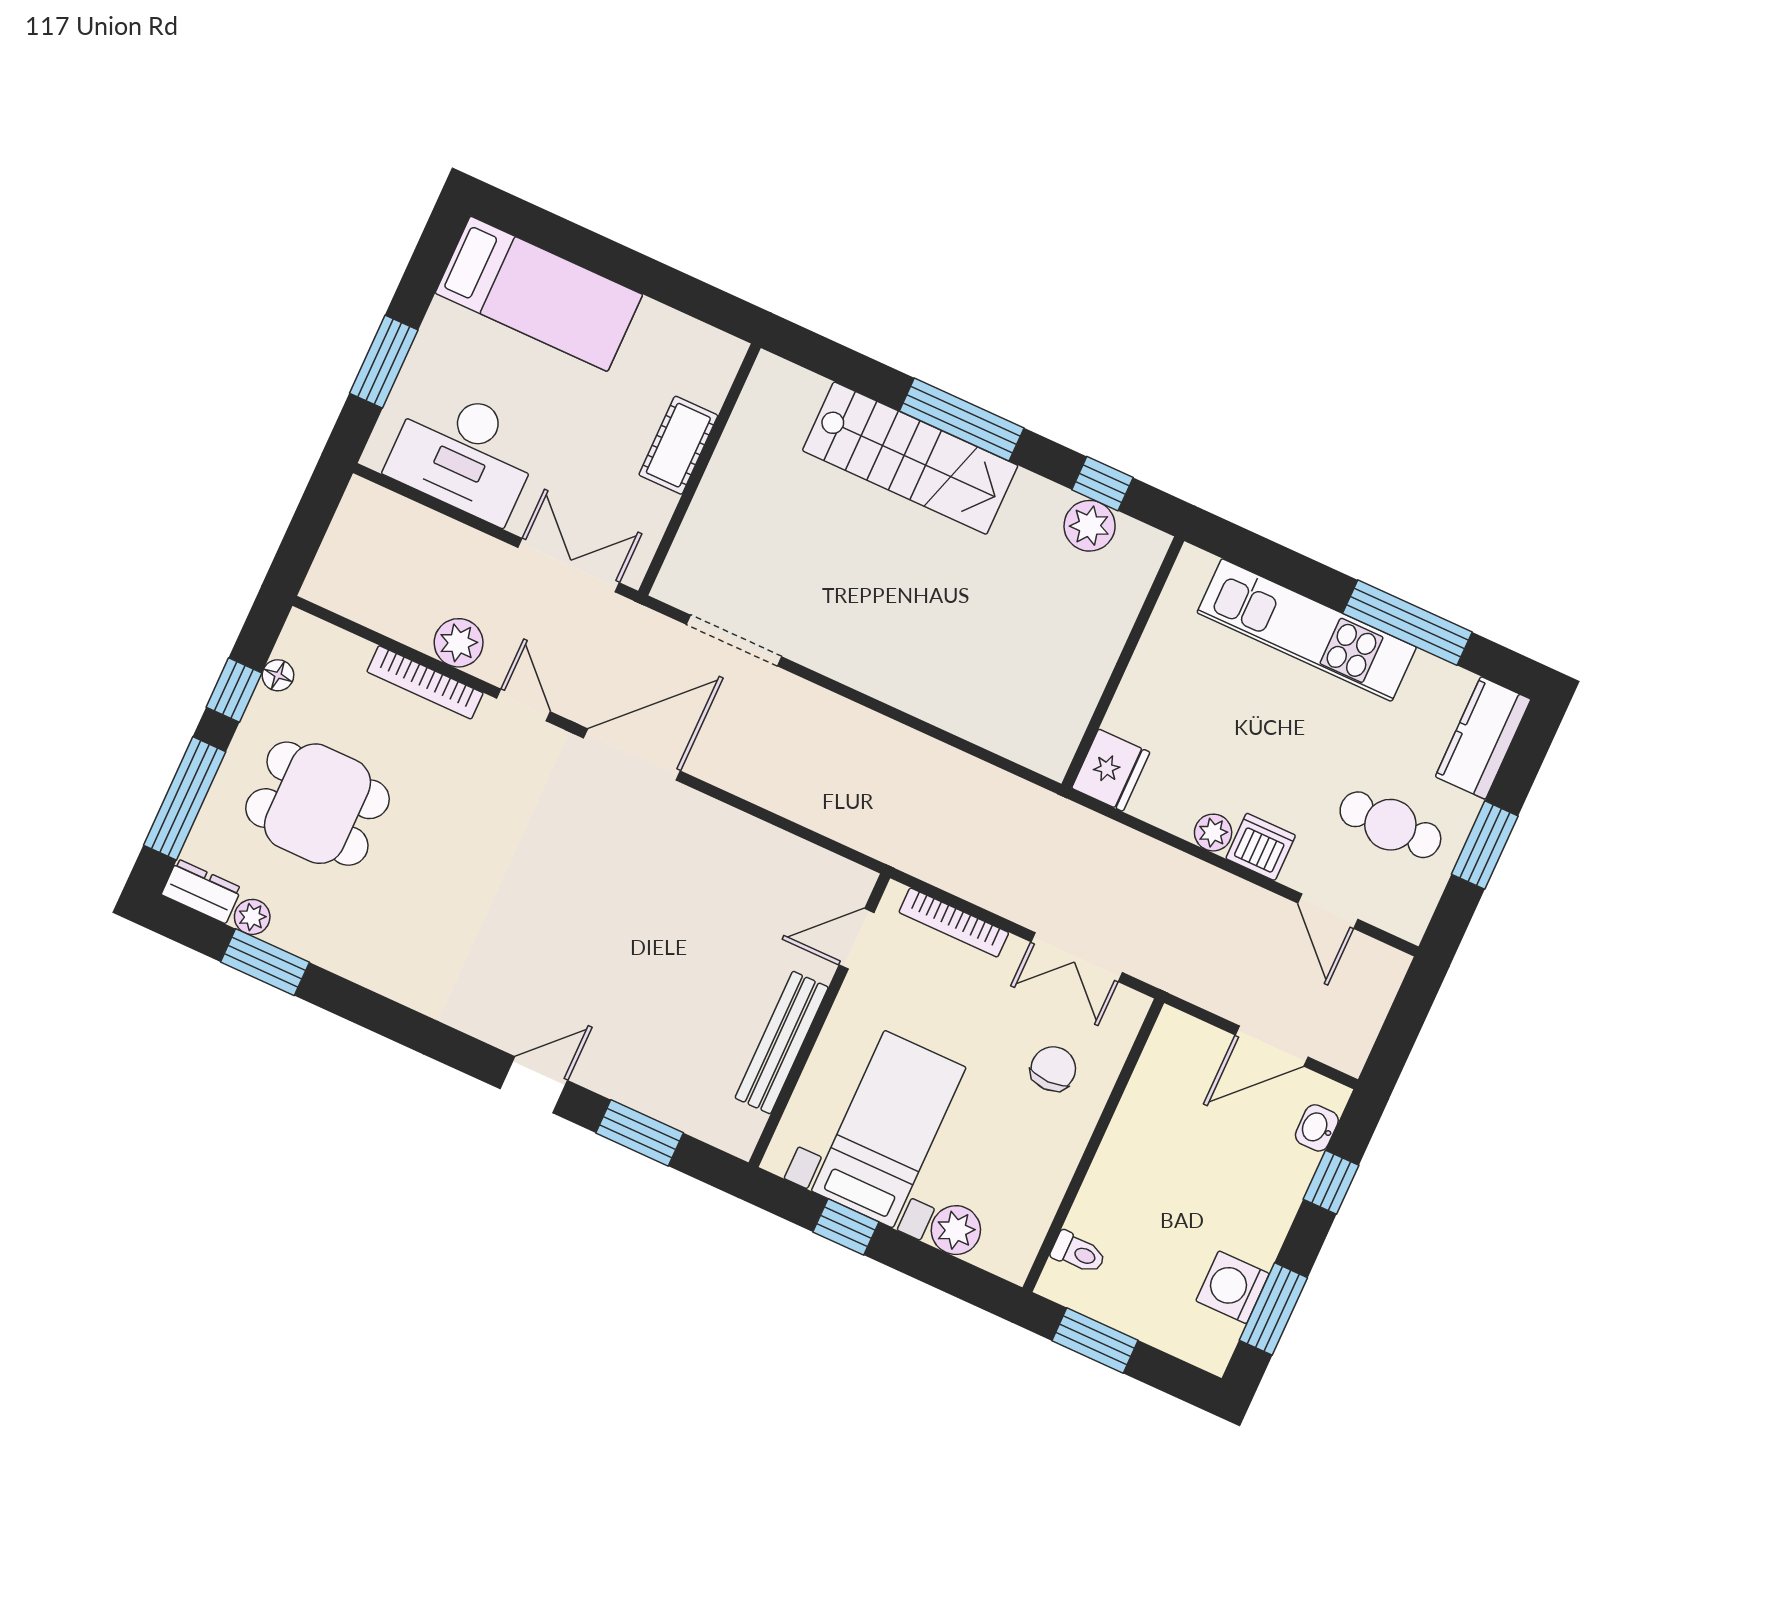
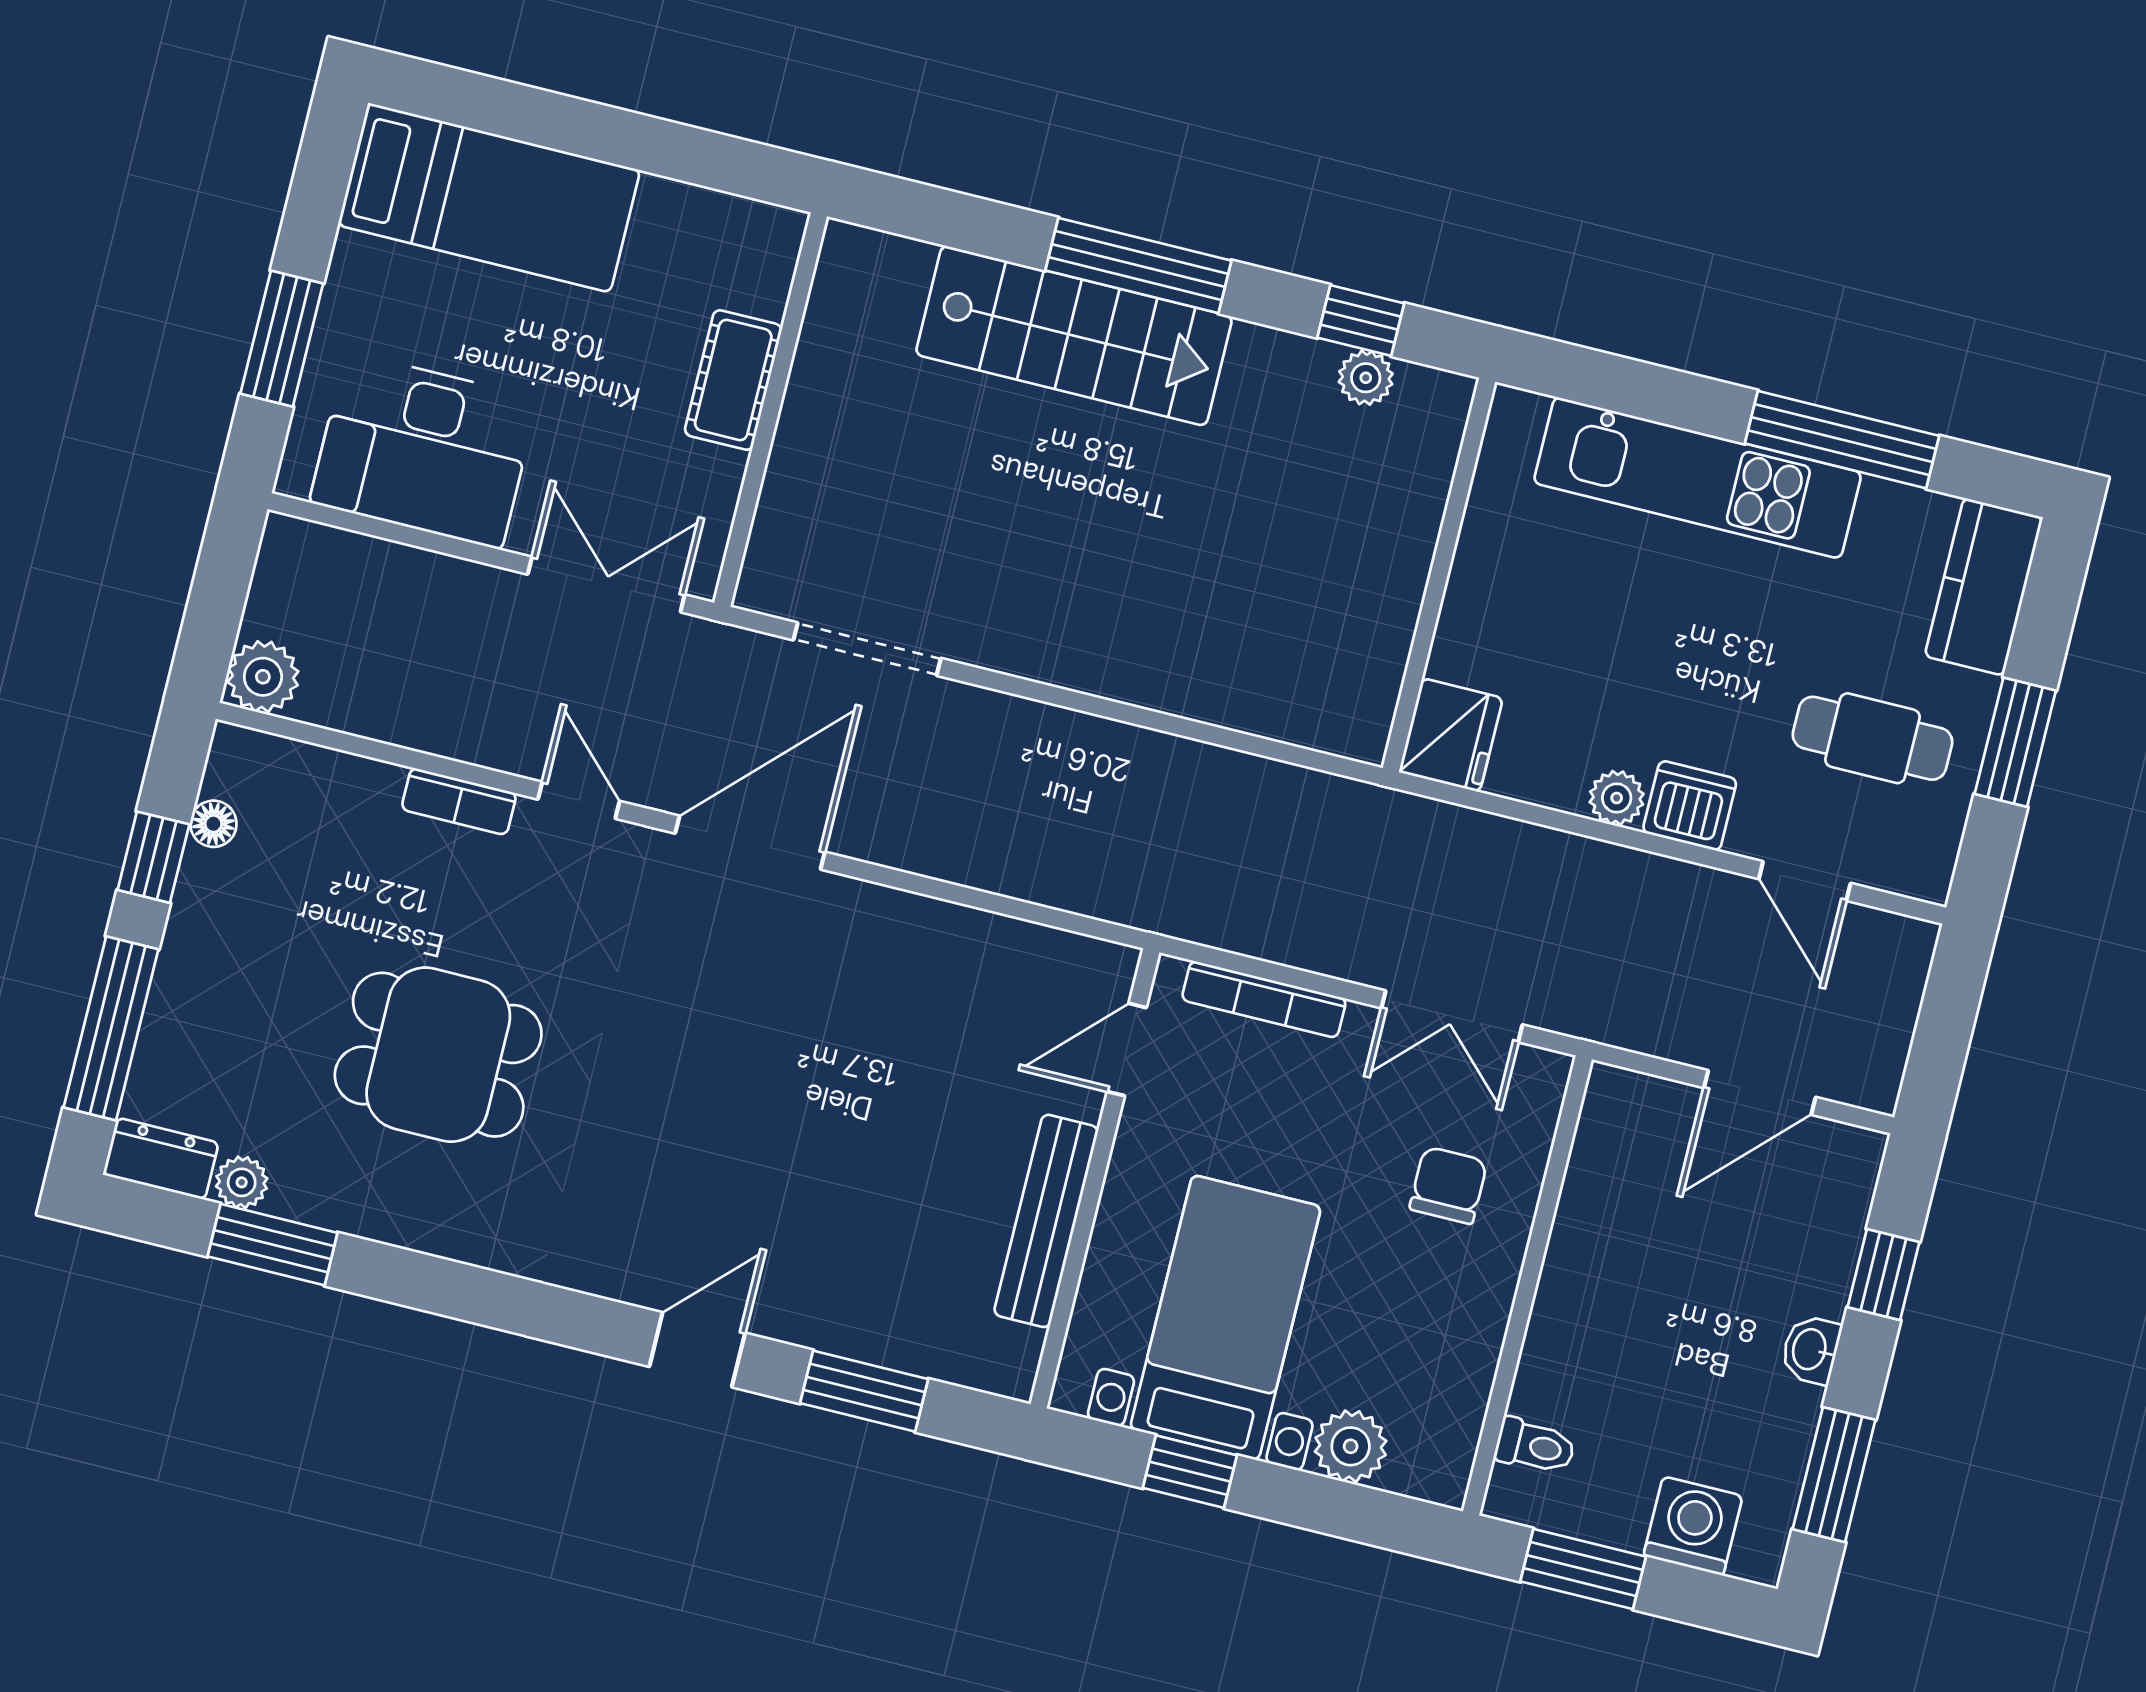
plant: (1090, 526) -> (1366, 378), width x0.73, depth x0.73
plant: (459, 643) -> (263, 677), moved
bookcase: (425, 682) -> (459, 801), width x0.64
dining table: (317, 804) -> (438, 1055), moved
washbasin: (1317, 1128) -> (1811, 1350), moved
washing machine: (1233, 1287) -> (1693, 1526), moved, turned 90

